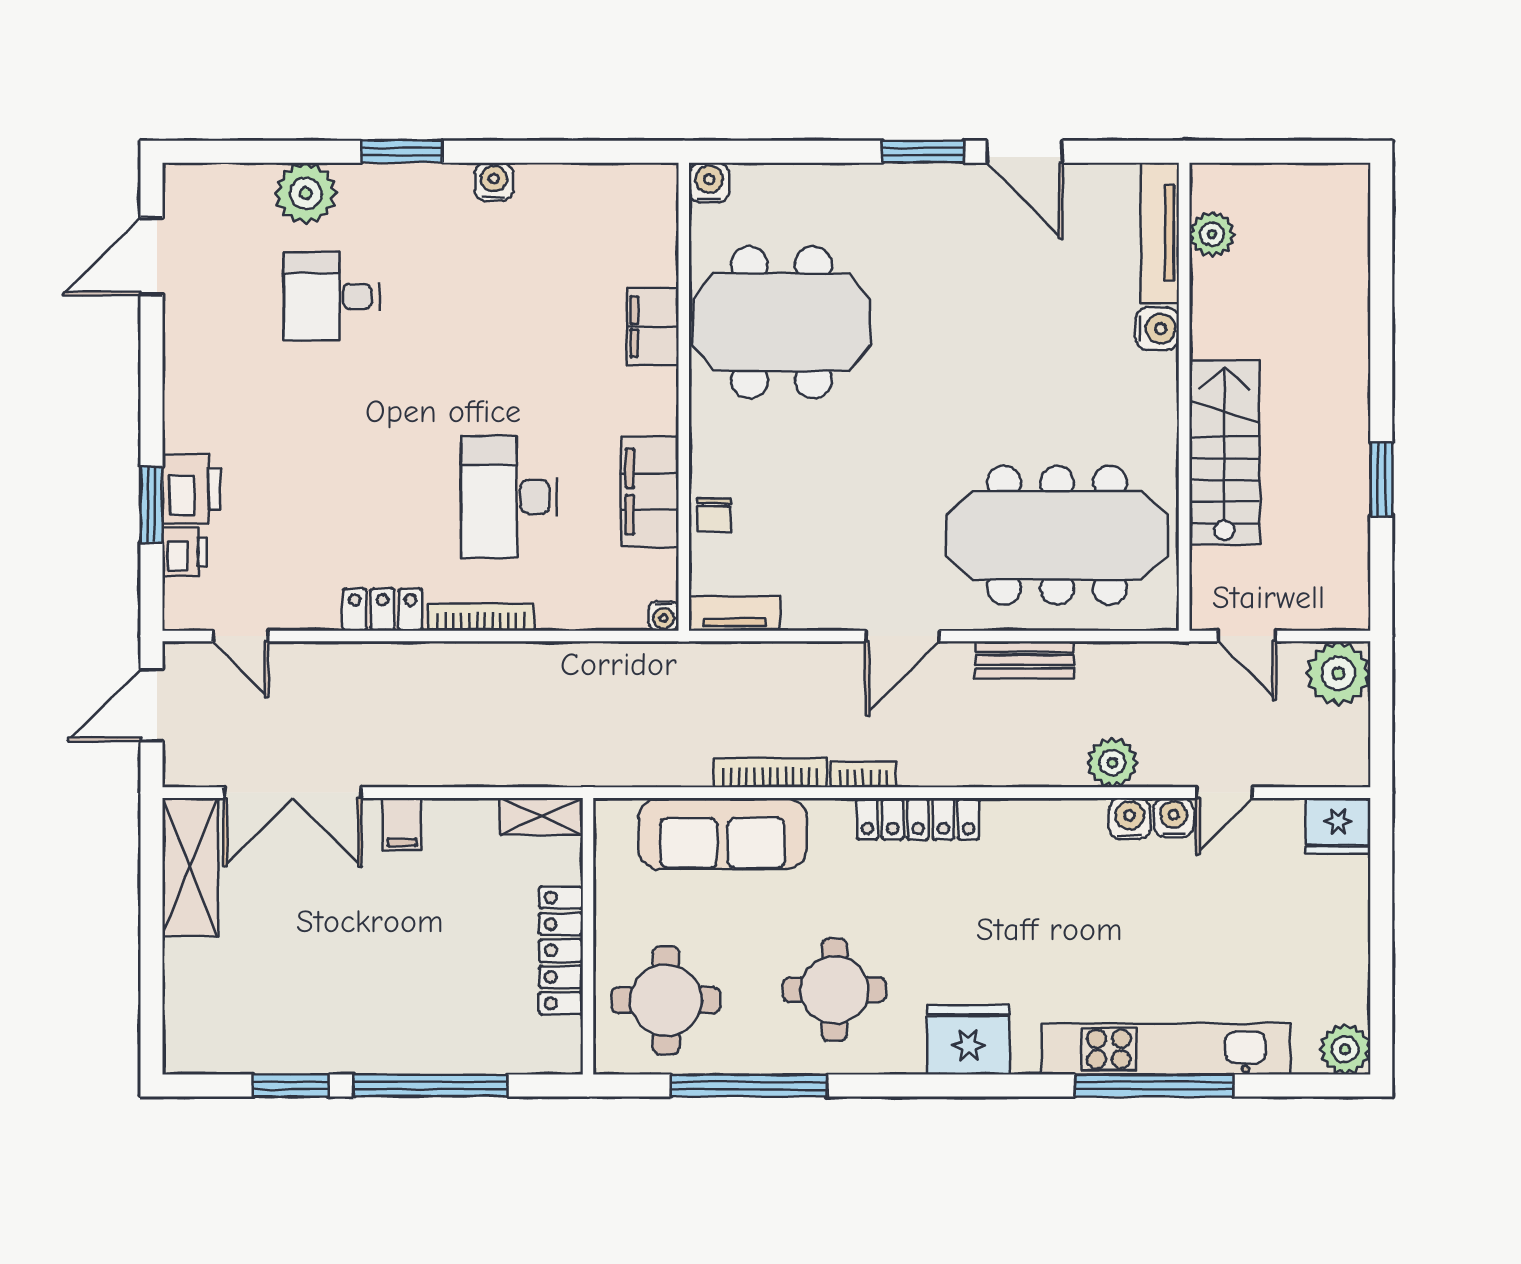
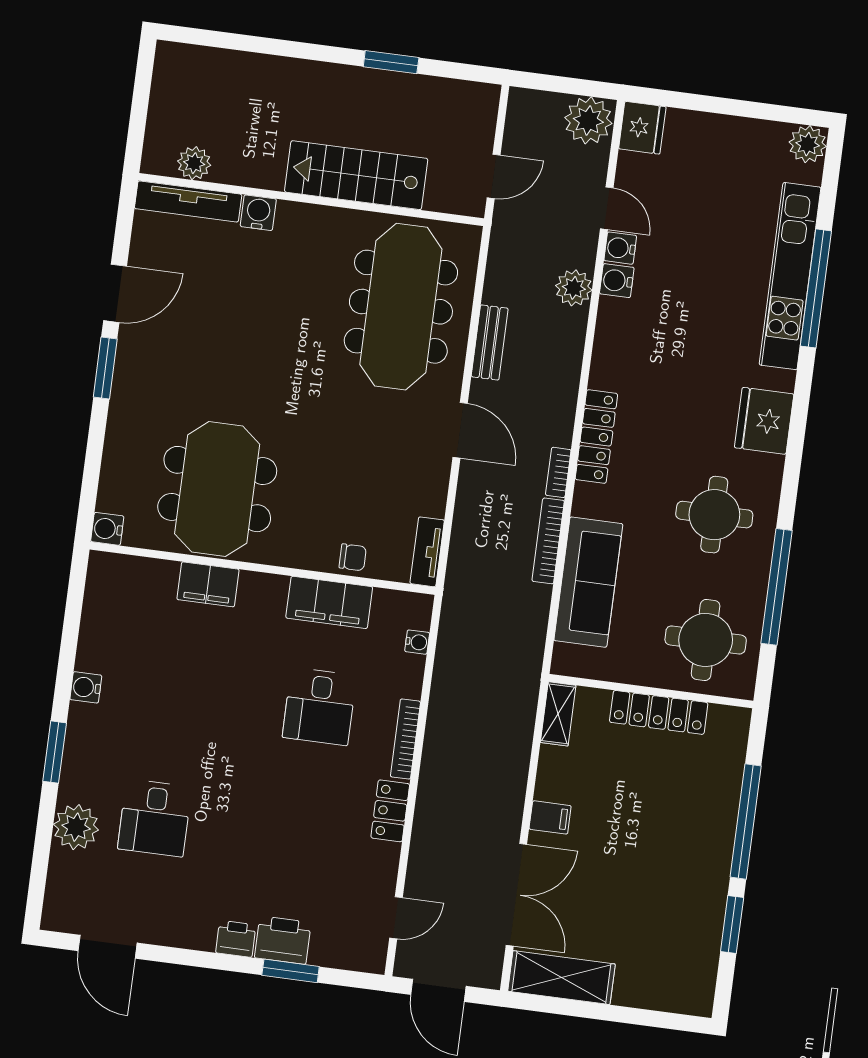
desk: (509, 497) -> (319, 707), width x0.73
printer: (185, 552) -> (236, 939), moved
water cooler: (664, 616) -> (417, 642), moved
plant: (1338, 673) -> (588, 120), moved

